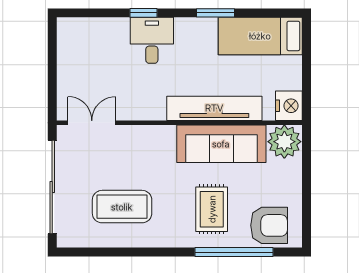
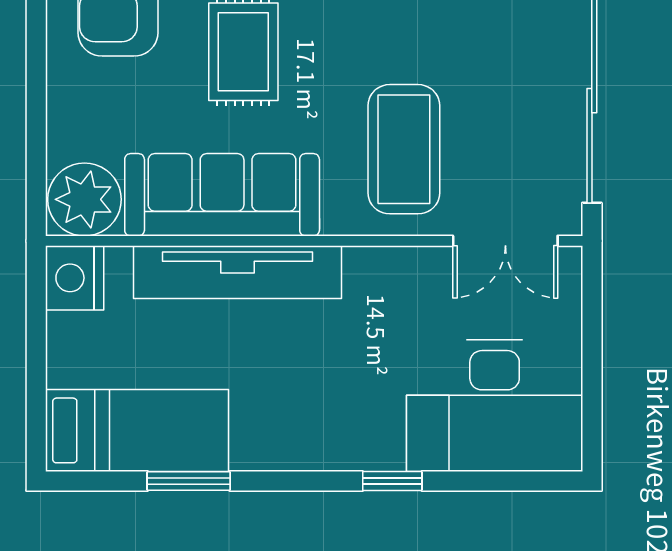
window: (216, 13) -> (189, 481), moved
desk: (152, 40) -> (495, 406), moved, width x1.87, depth x1.30
coffee table: (122, 207) -> (404, 149), moved, turned 90

